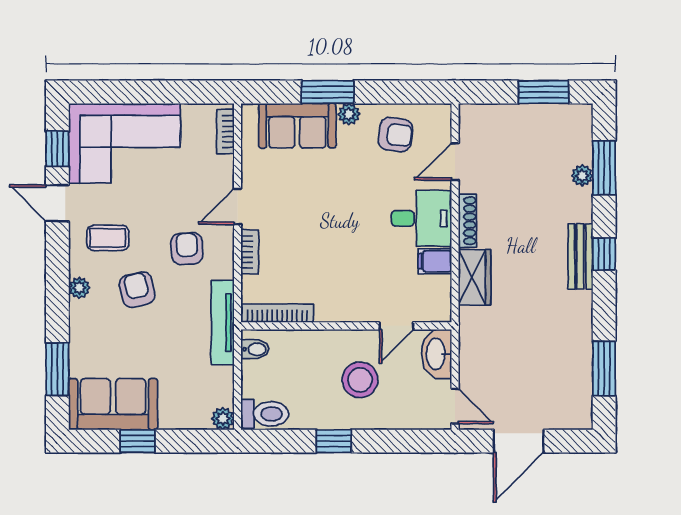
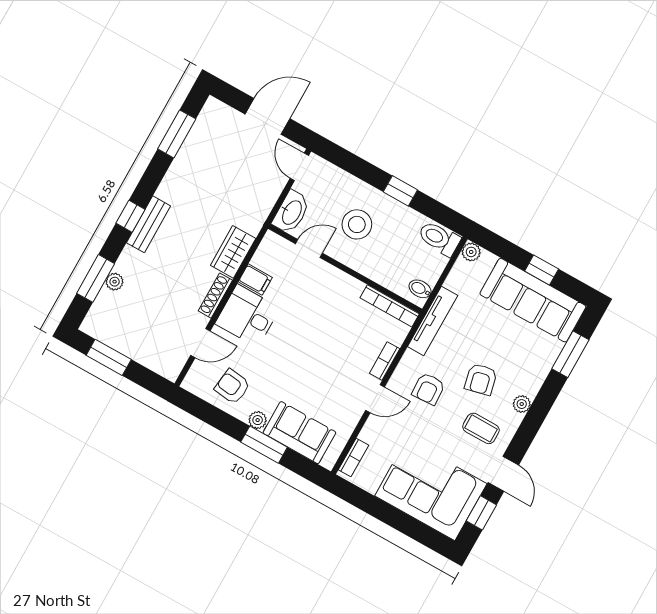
sofa: (113, 404) -> (533, 300), width x1.36

